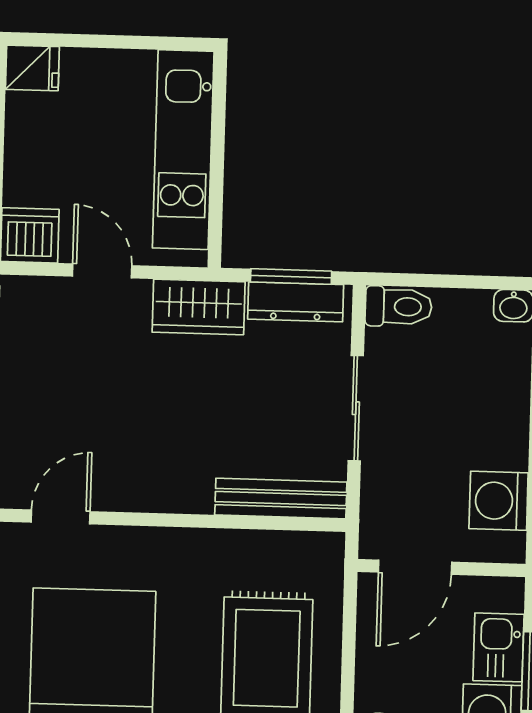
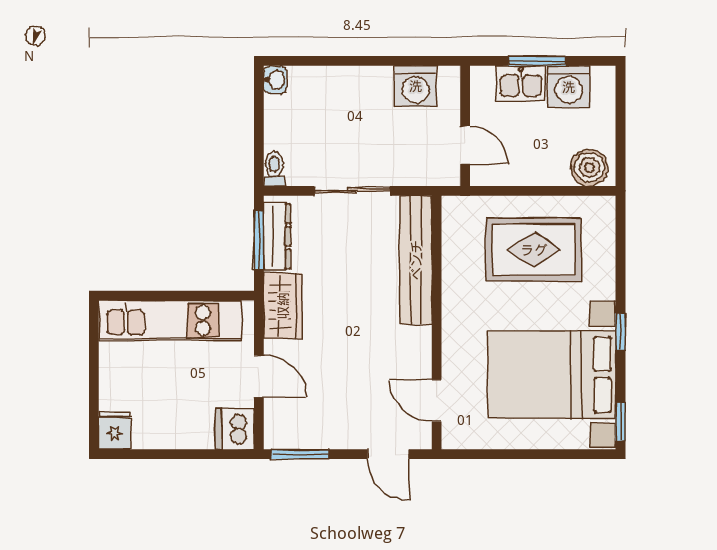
door: (102, 271) -> (259, 376), swing flipped
toilet: (399, 307) -> (274, 169), width x0.73, depth x0.72
bench: (281, 498) -> (416, 260), width x1.37, depth x1.21
door: (415, 567) -> (465, 145), width x0.73

